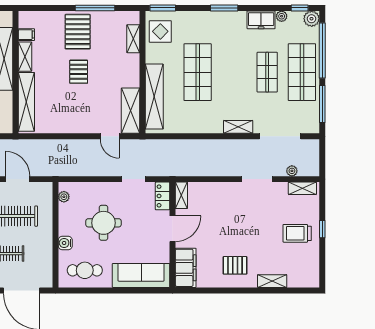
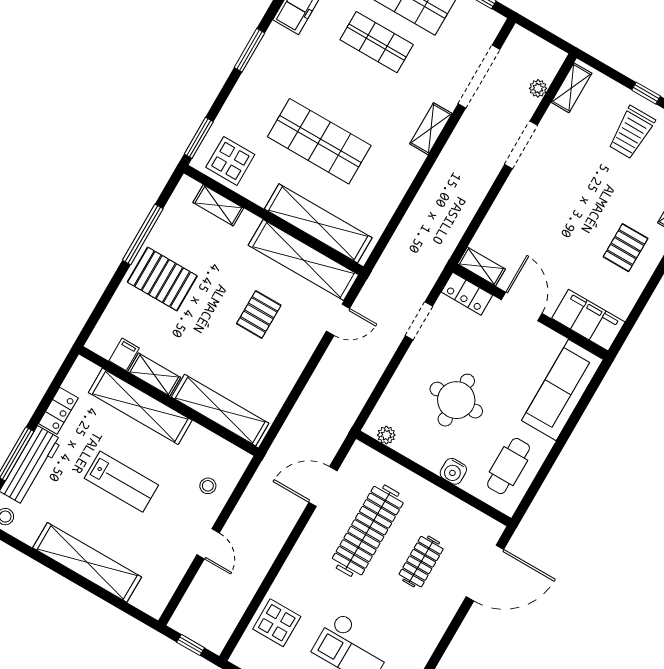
pallet: (79, 72) -> (259, 314), moved, turned 90
shelving: (131, 111) -> (303, 260), width x1.47

